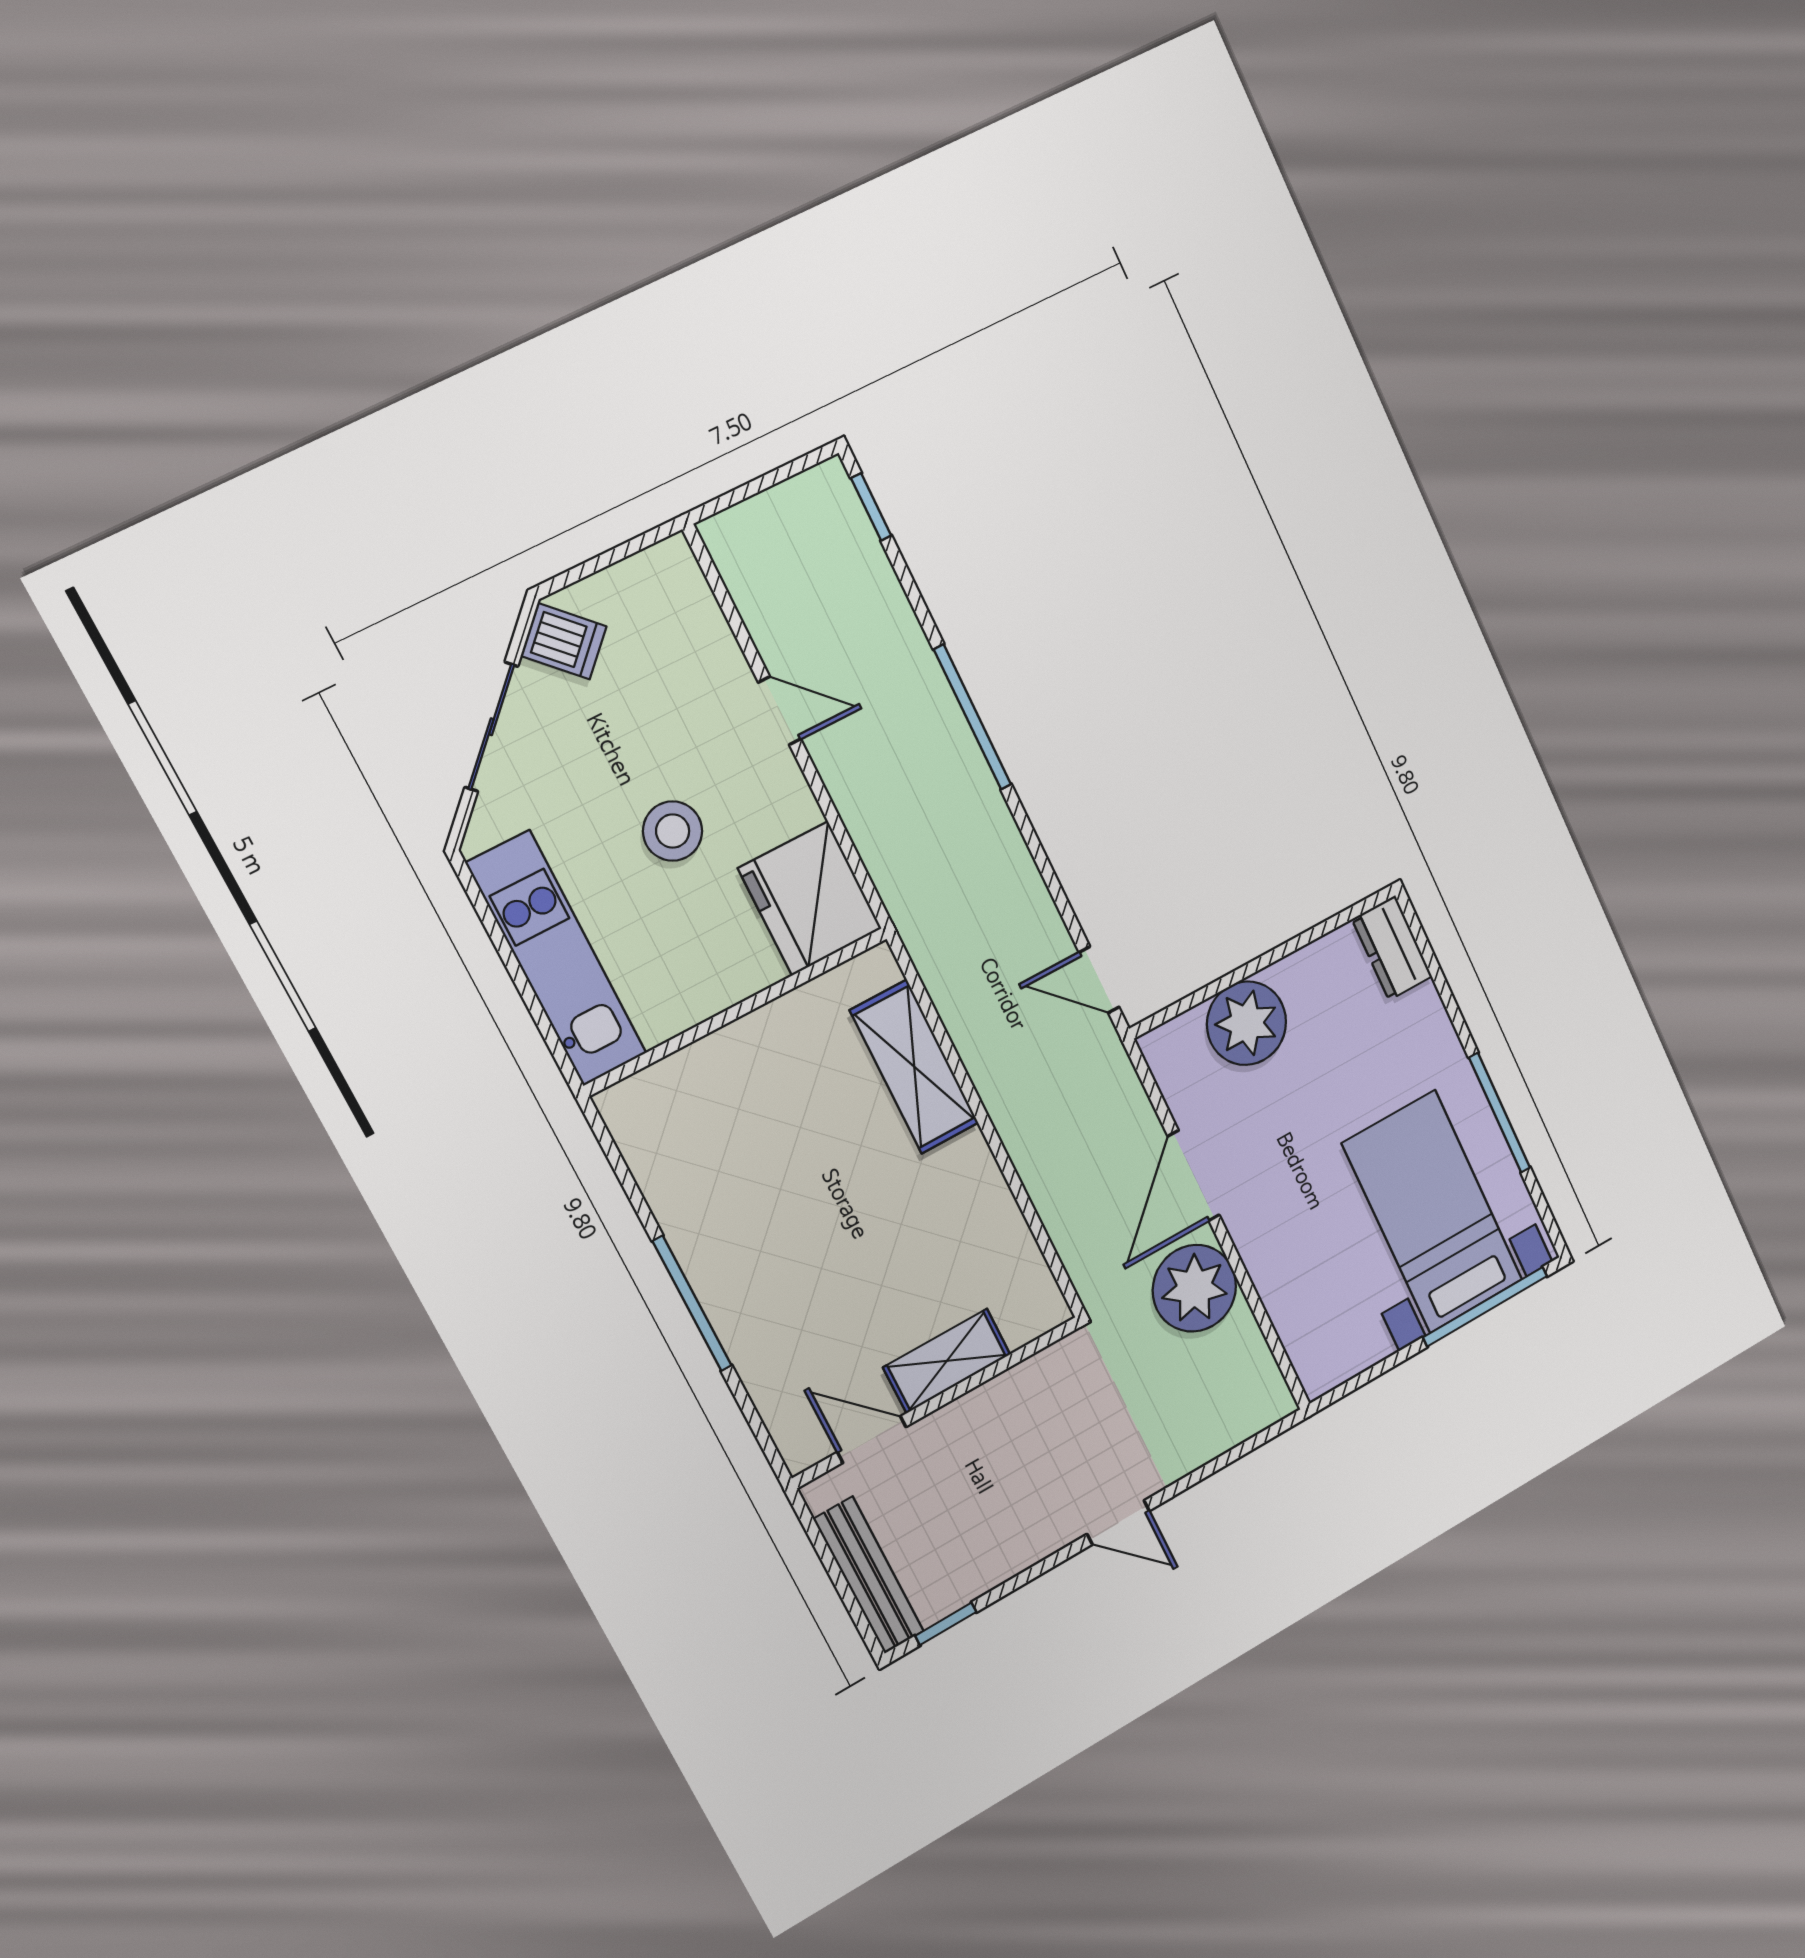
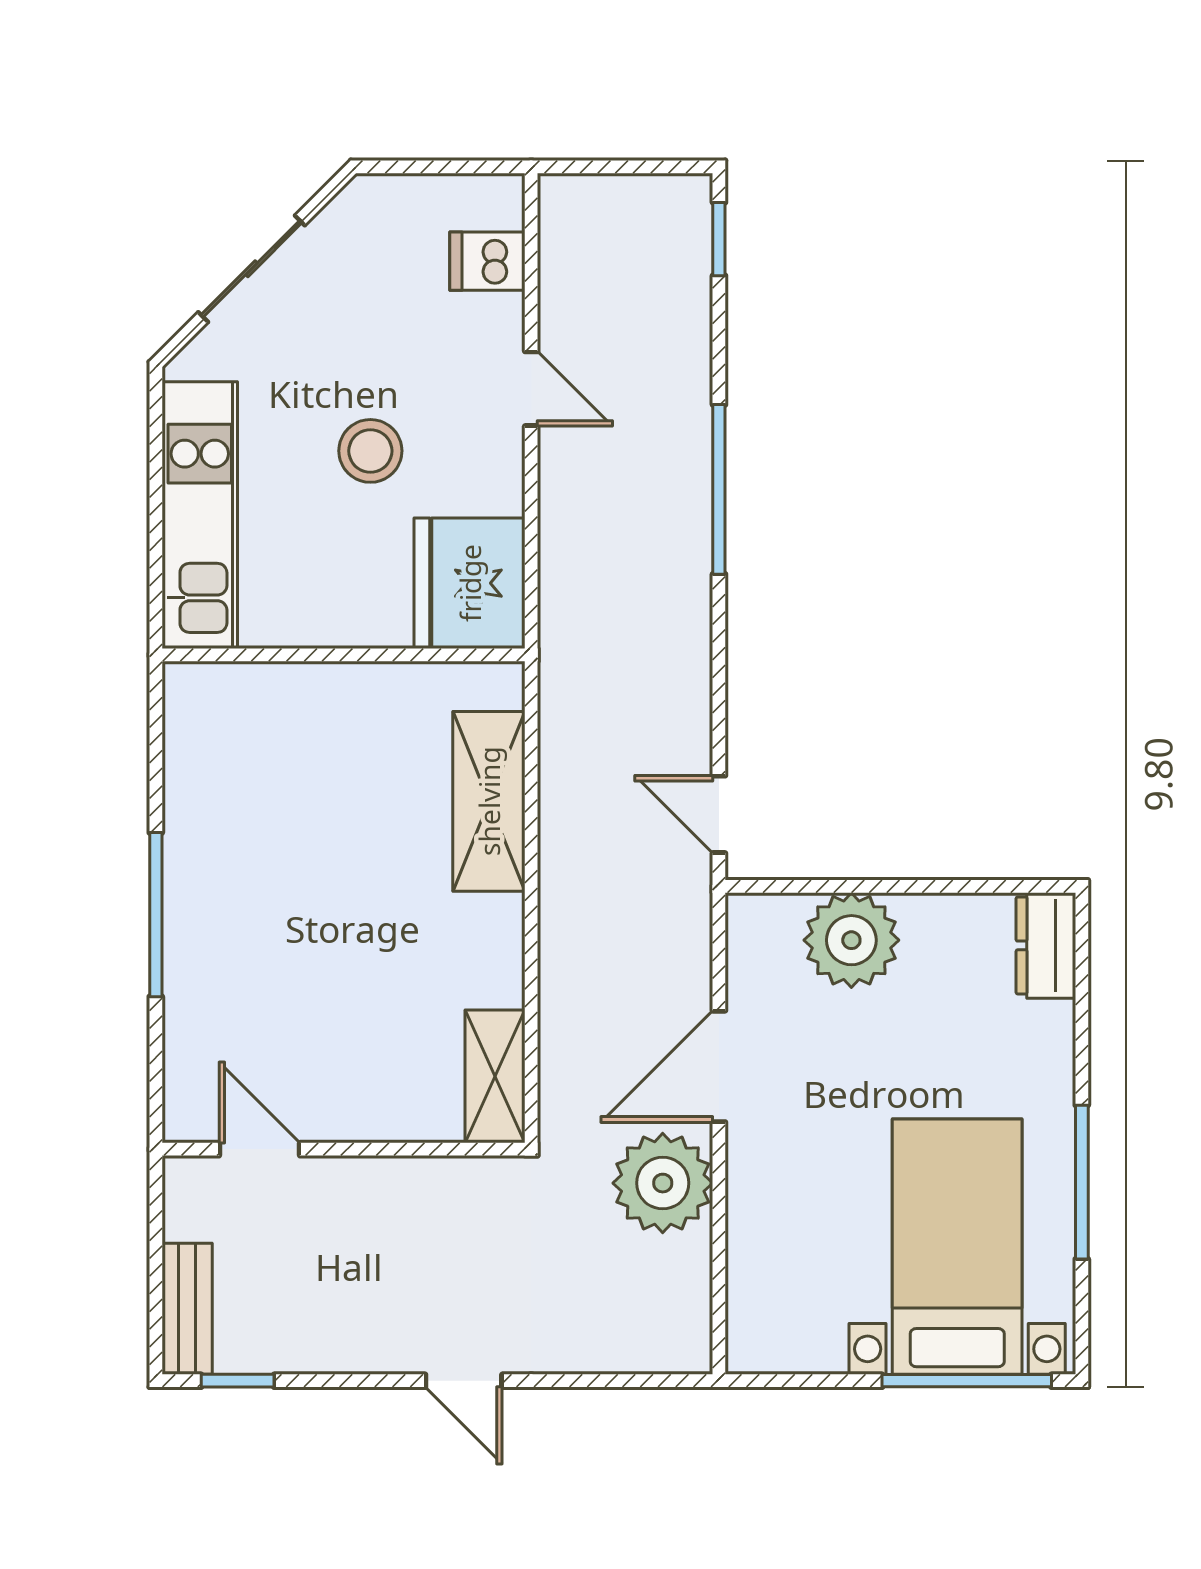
dishwasher: (564, 641) -> (487, 261), moved, turned 135
shelving: (947, 1361) -> (495, 1076), moved, turned 90
bench: (869, 1575) -> (187, 1309), width x0.73

